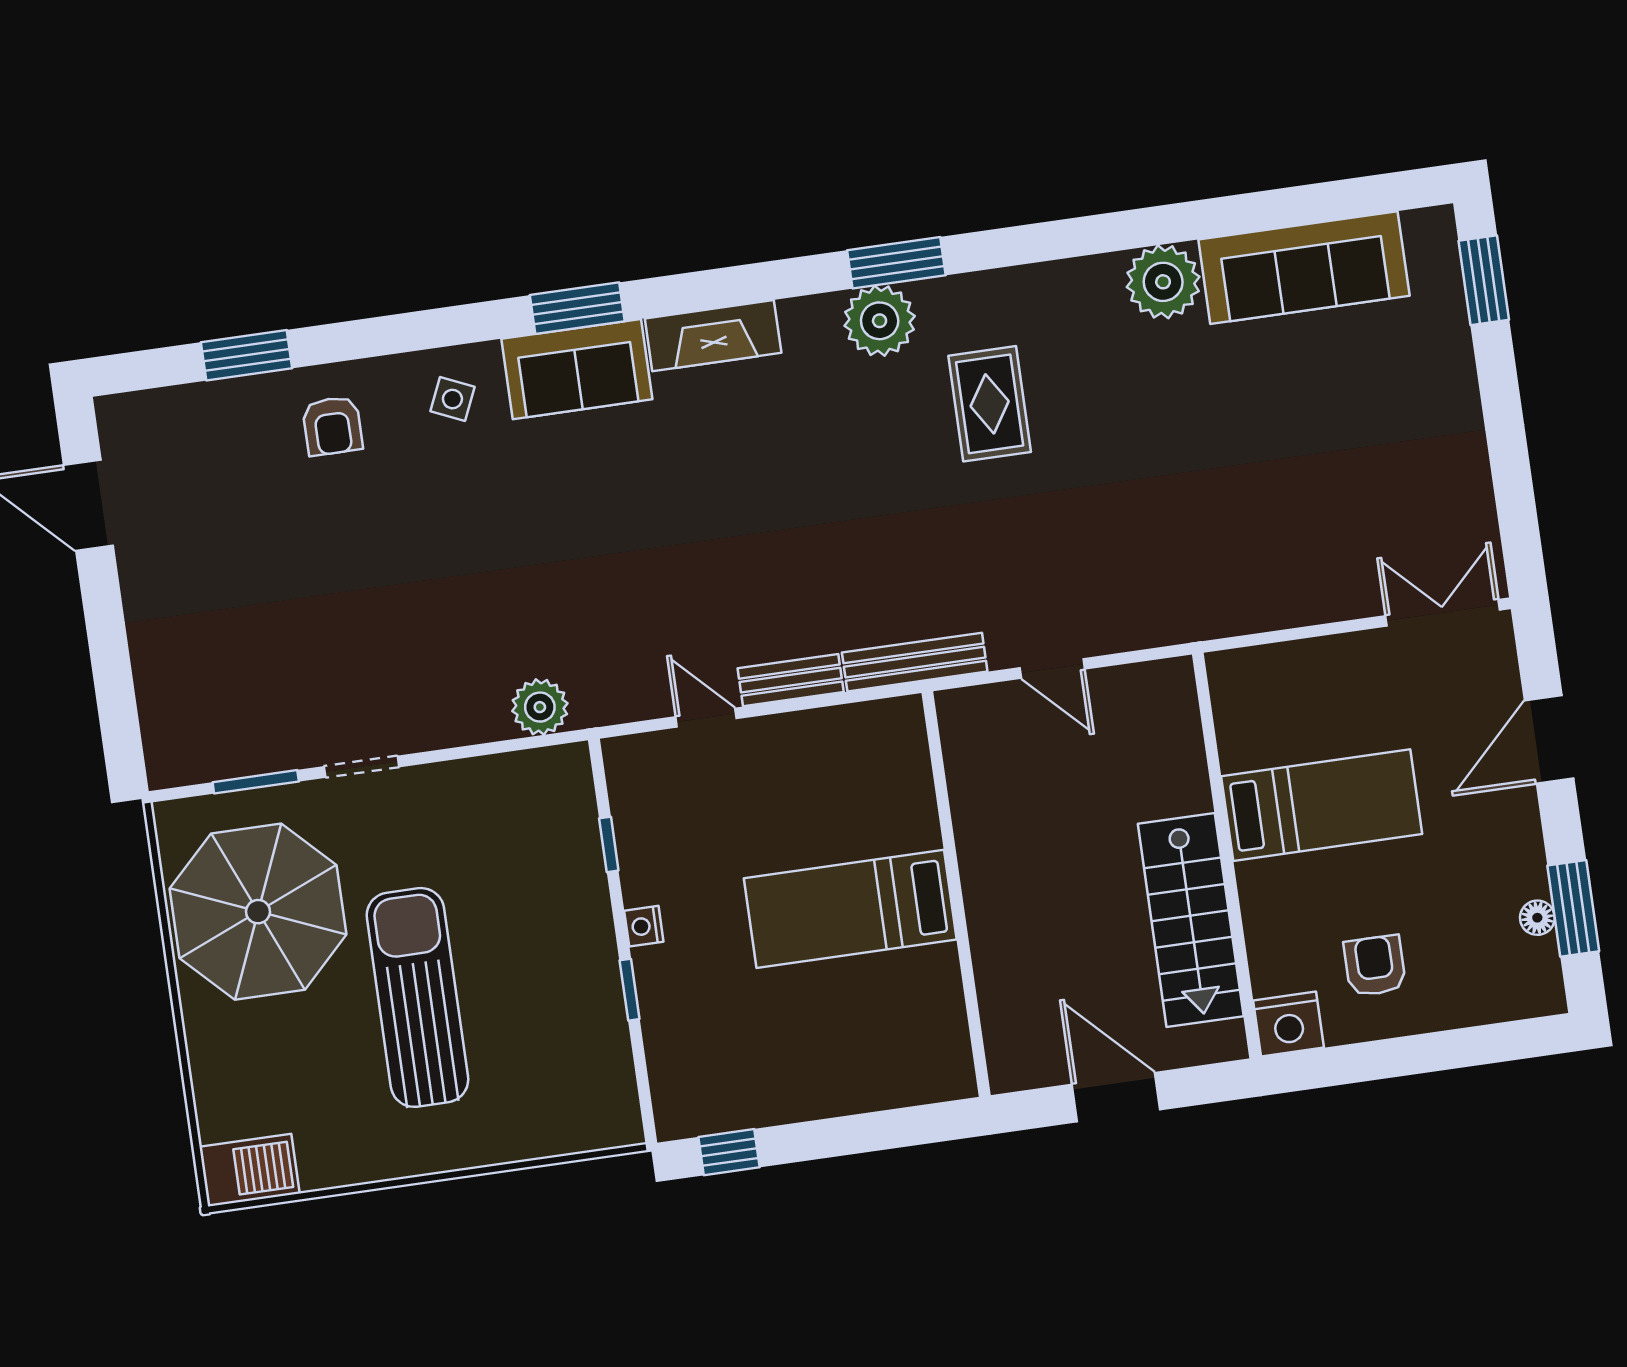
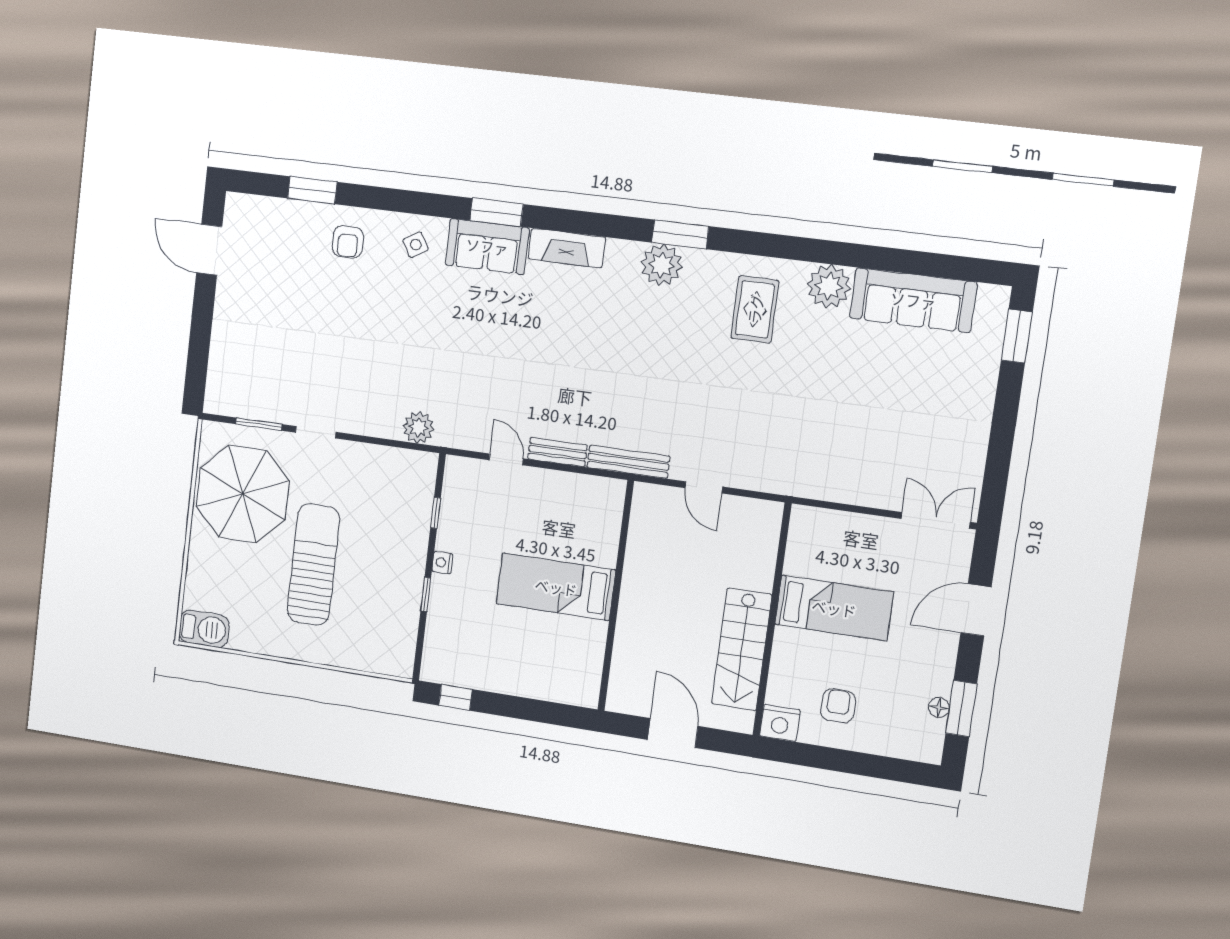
side table: (452, 399) -> (416, 245), turned 35
rug: (990, 404) -> (755, 309), moved

